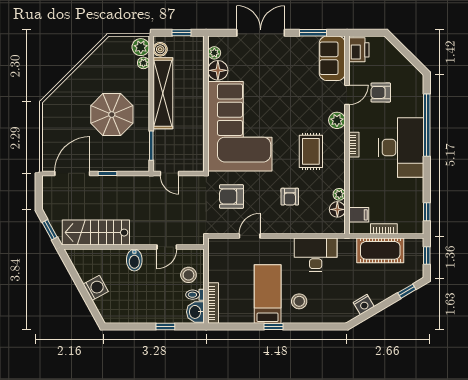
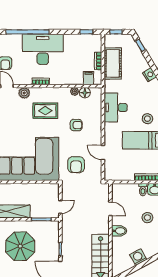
stool: (188, 275) -> (147, 218), moved

